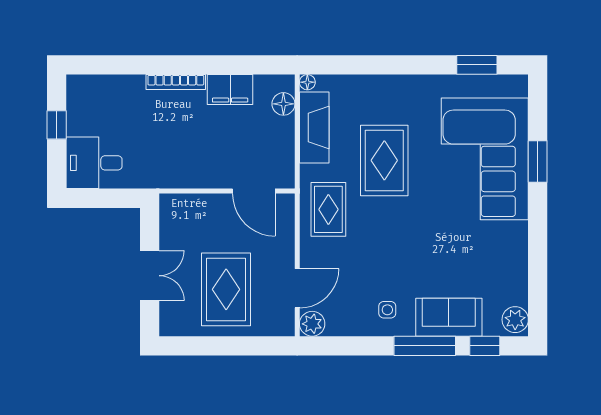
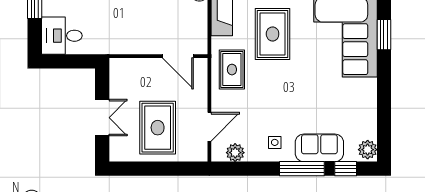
plant: (312, 324) -> (235, 153), moved

